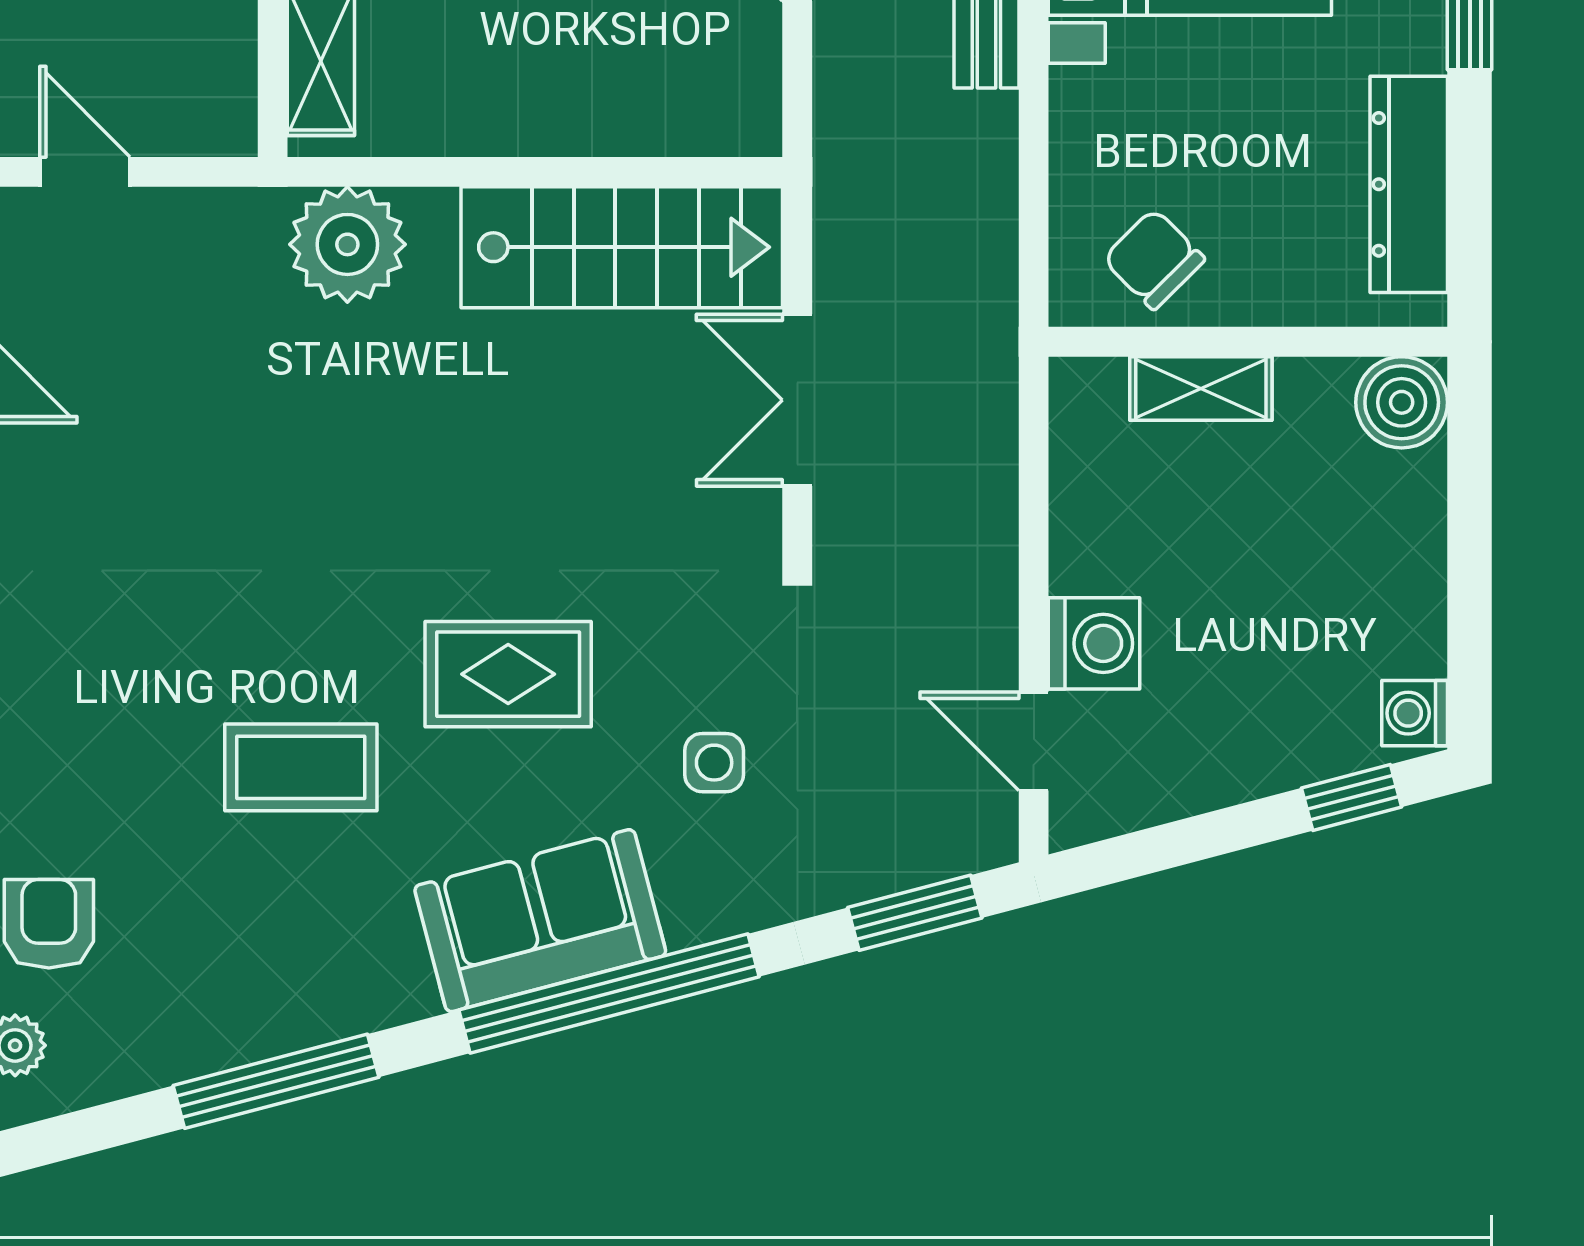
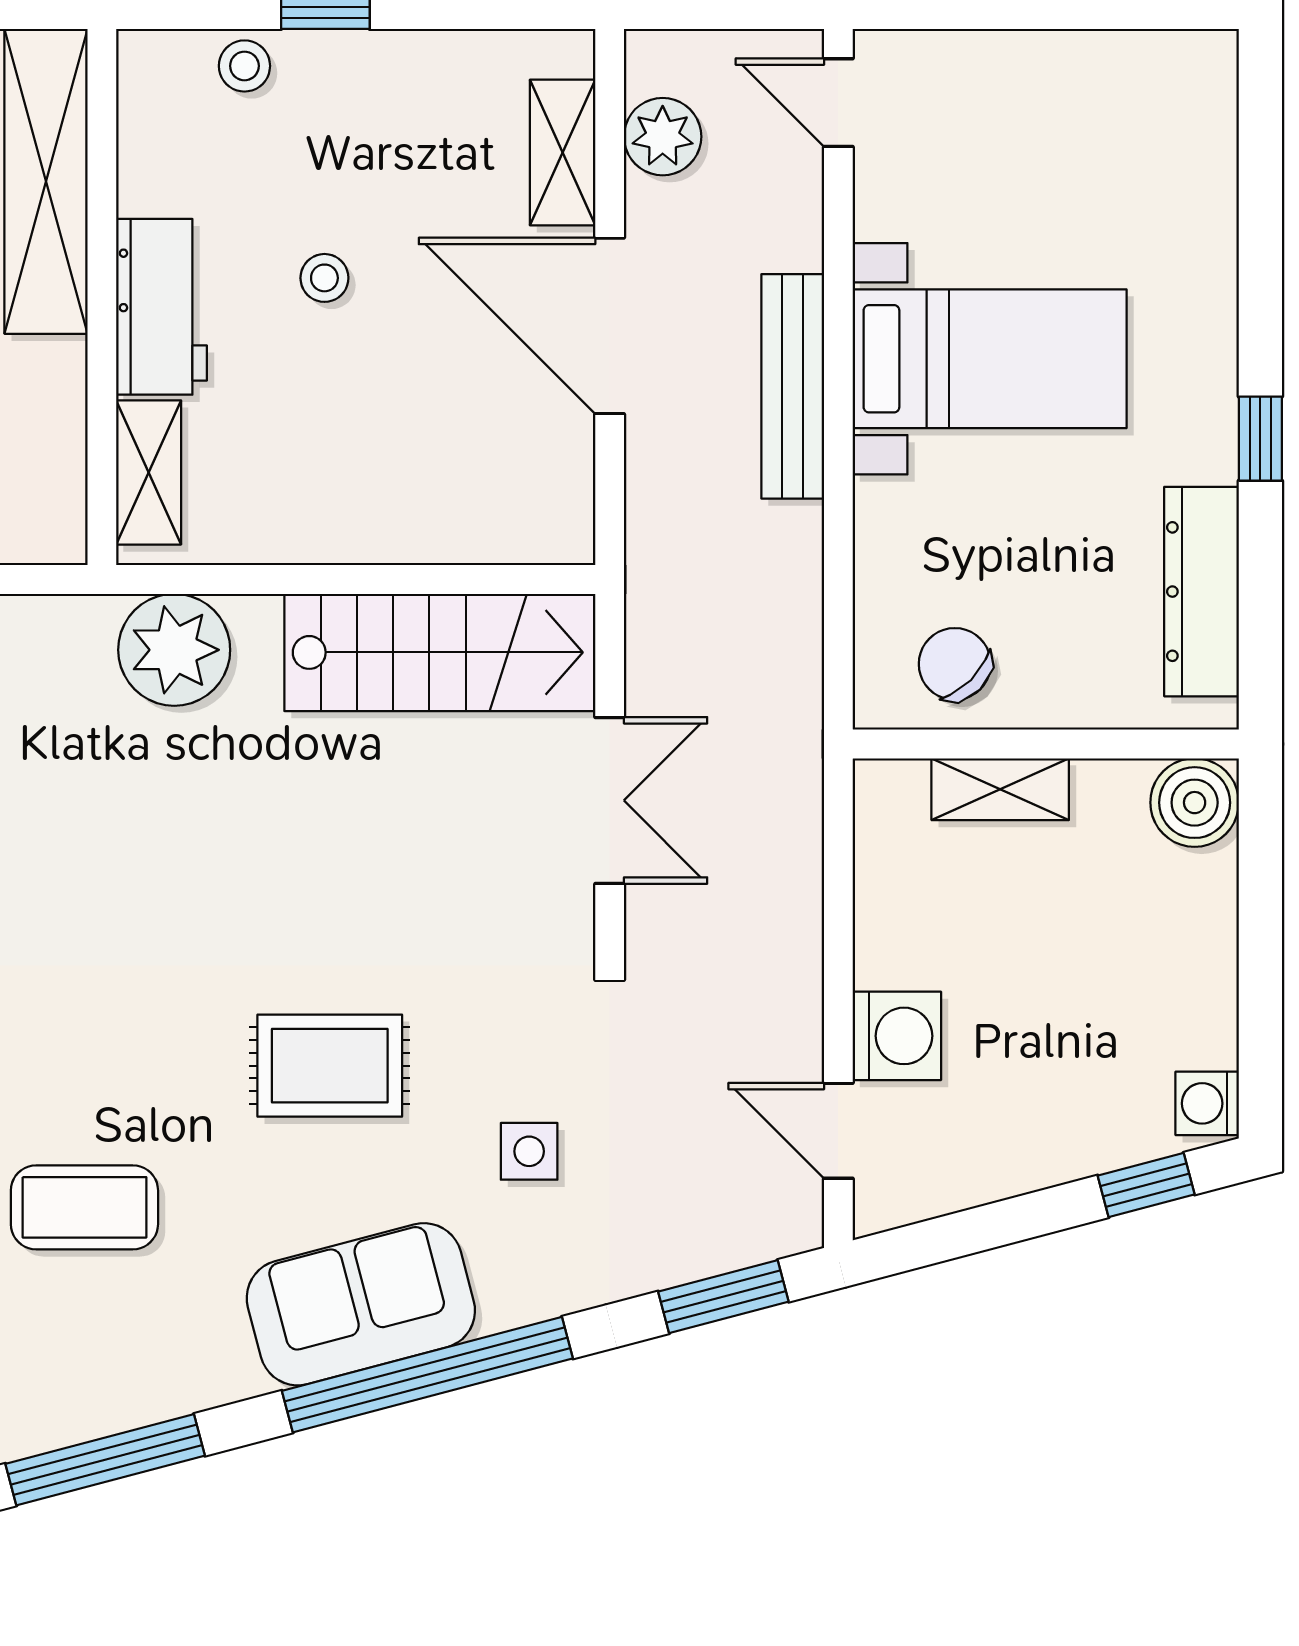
double door: (797, 400) -> (610, 800), swing flipped
coffee table: (301, 767) -> (84, 1207), moved

